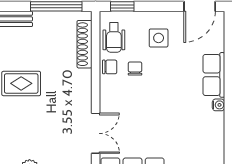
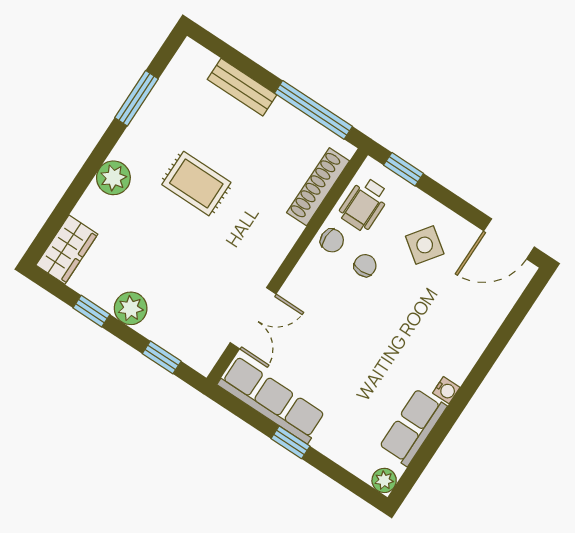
side table: (159, 38) -> (425, 245), turned 36
row of seats: (214, 75) -> (413, 427), moved

